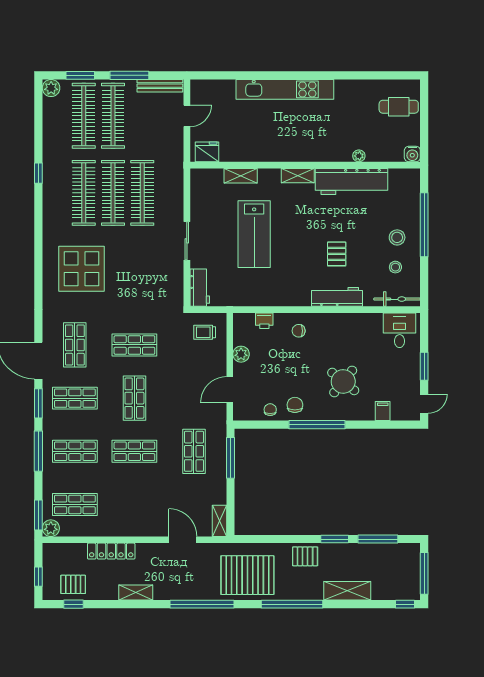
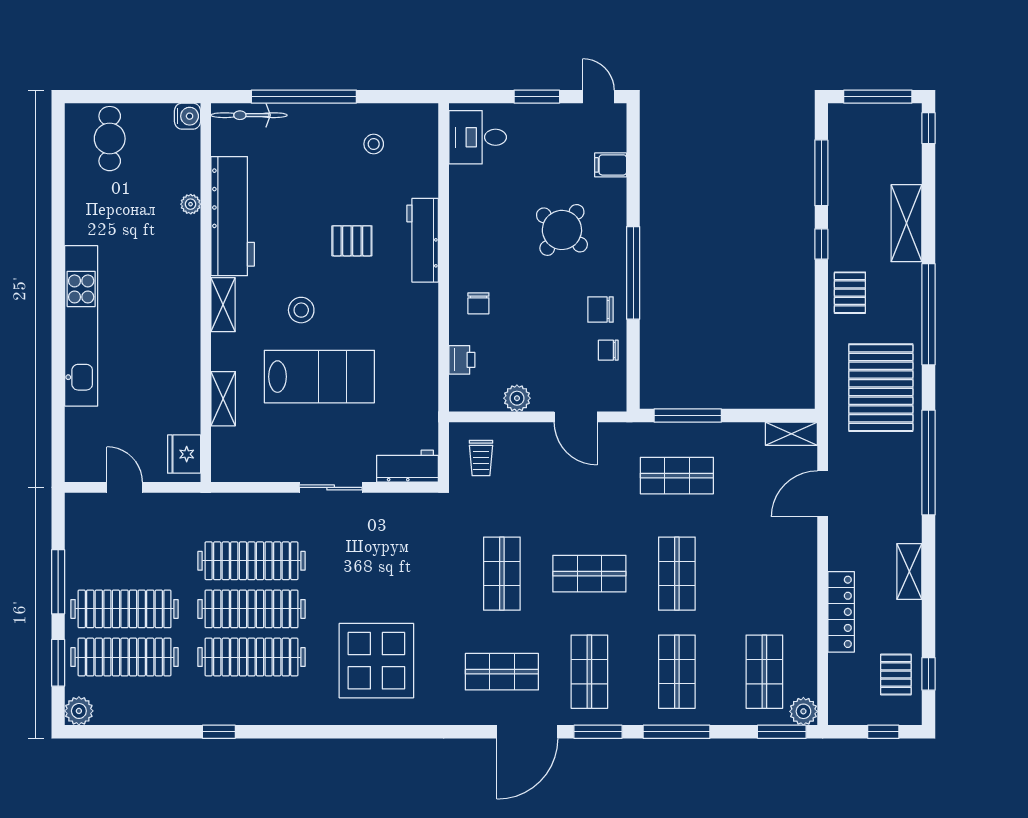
bench: (160, 86) -> (75, 532), removed
stool: (397, 237) -> (301, 310), moved
bicycle: (397, 299) -> (249, 115), moved, turned -90
window: (335, 539) -> (821, 244), width x0.67

